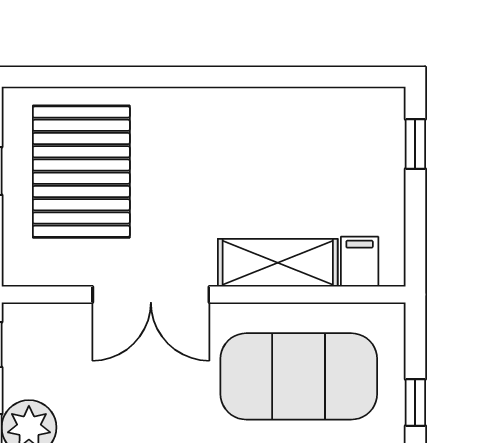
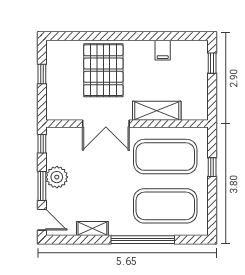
pallet: (81, 172) -> (103, 70), moved
filing cabinet: (360, 262) -> (163, 50), moved, turned 180

